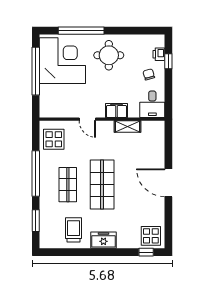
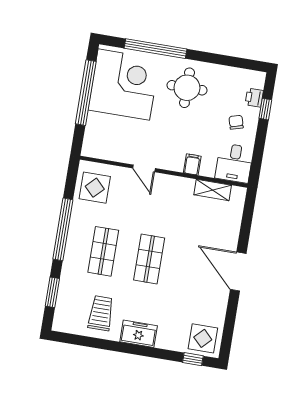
filing cabinet: (116, 110) -> (192, 164), width x0.50
shelving: (127, 127) -> (213, 190), moved
shop shelf: (102, 185) -> (149, 259), width x0.70, depth x0.74

